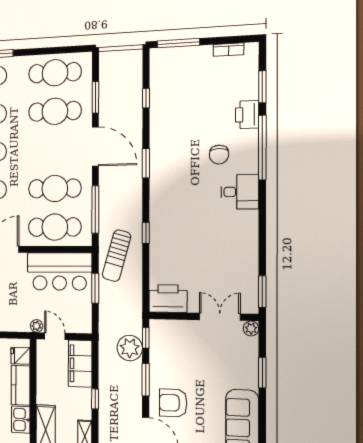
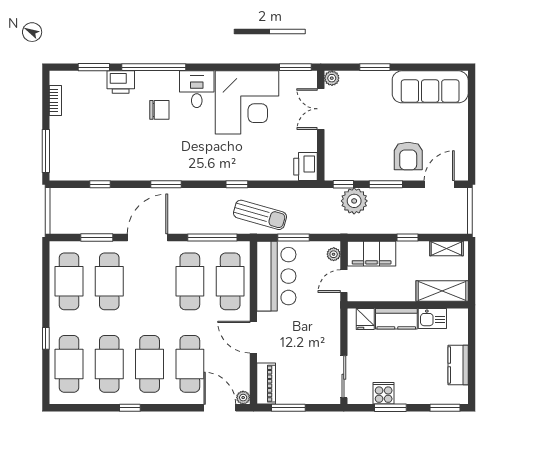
corner desk: (226, 243) -> (247, 102), added
printer: (168, 299) -> (306, 167), width x0.73, depth x0.84
plant: (37, 326) -> (334, 254), moved

